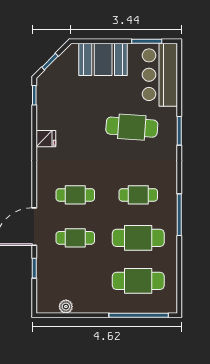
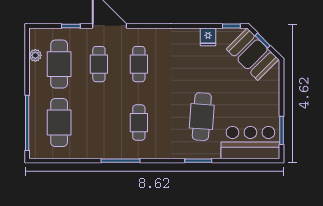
booth: (103, 59) -> (253, 54), moved, turned -45
fridge: (46, 139) -> (208, 37), moved
cafe table: (138, 238) -> (59, 64), moved

